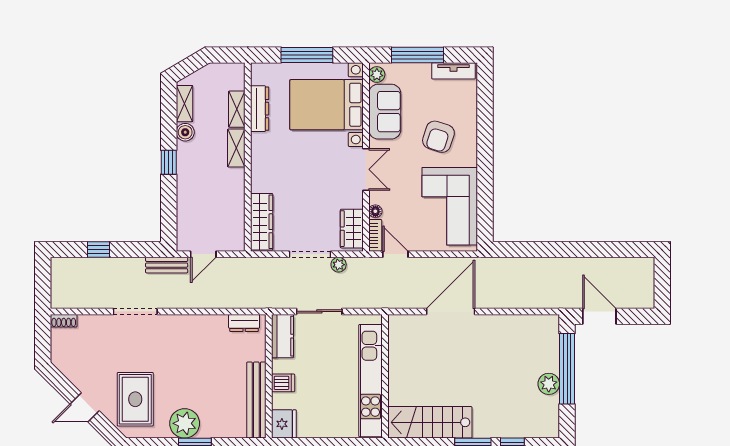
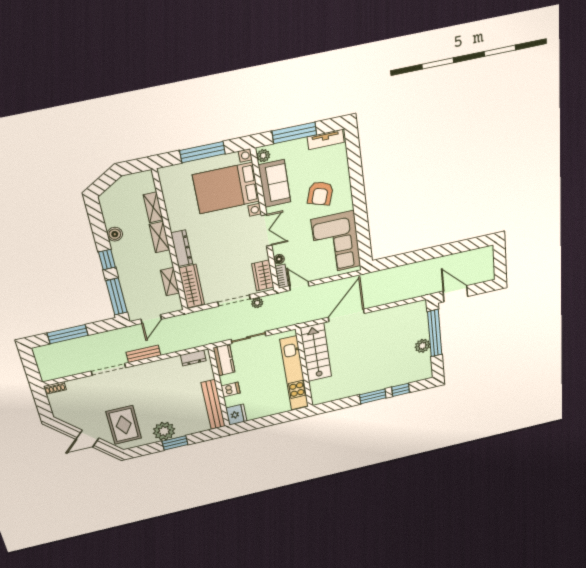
shelving: (184, 104) -> (170, 282), moved
dresser: (260, 109) -> (182, 248), moved
window: (169, 213) -> (117, 297), added
window: (98, 249) -> (68, 334), width x2.17
bench: (167, 265) -> (143, 354), moved
stairs: (430, 422) -> (316, 352), moved, turned 90

